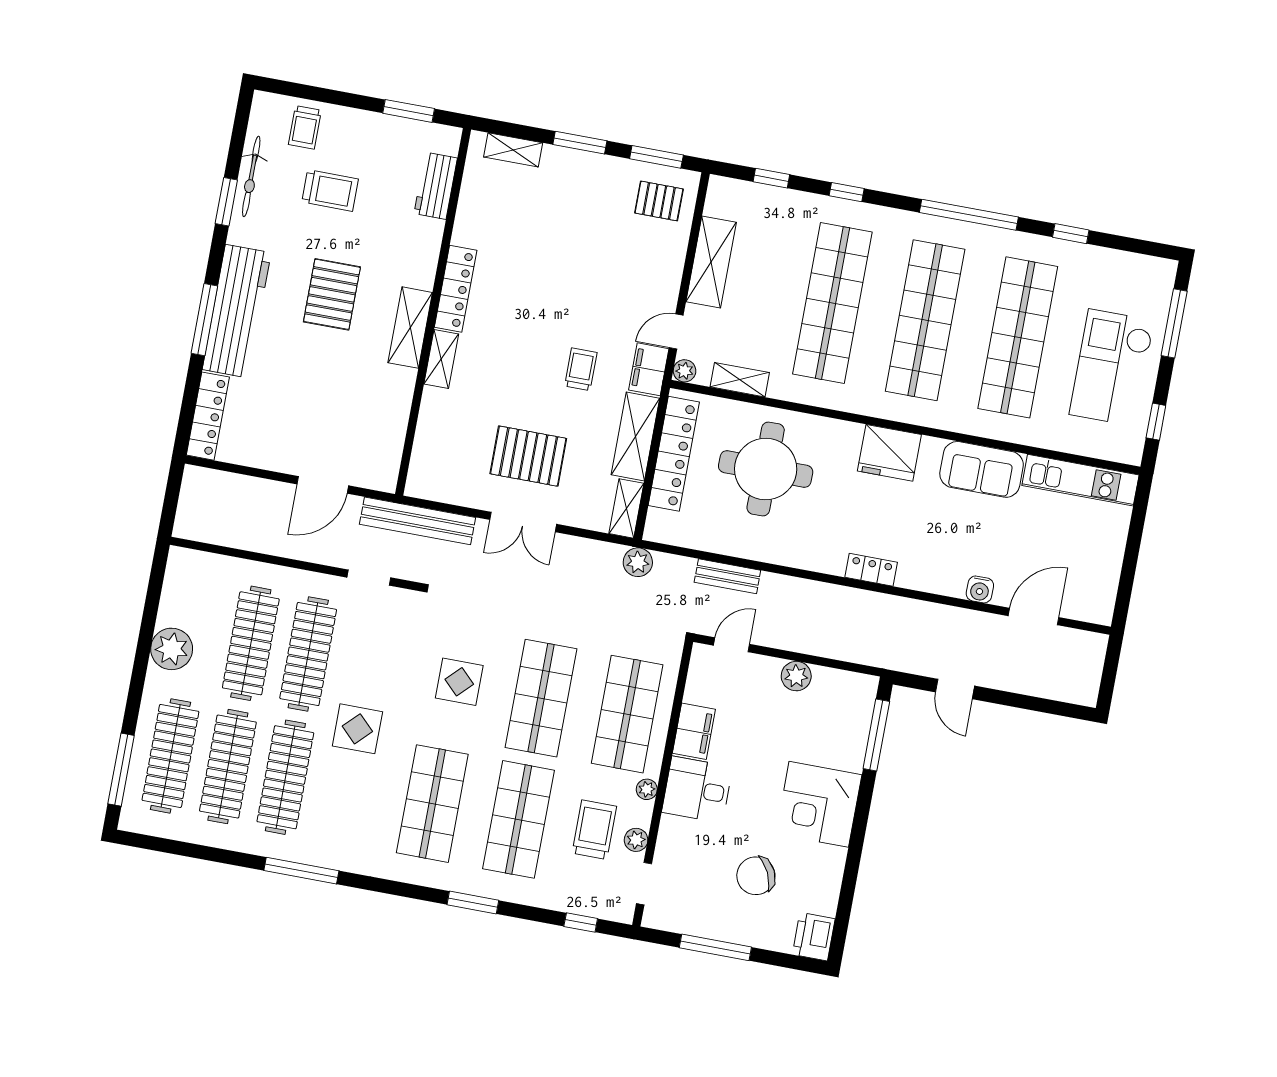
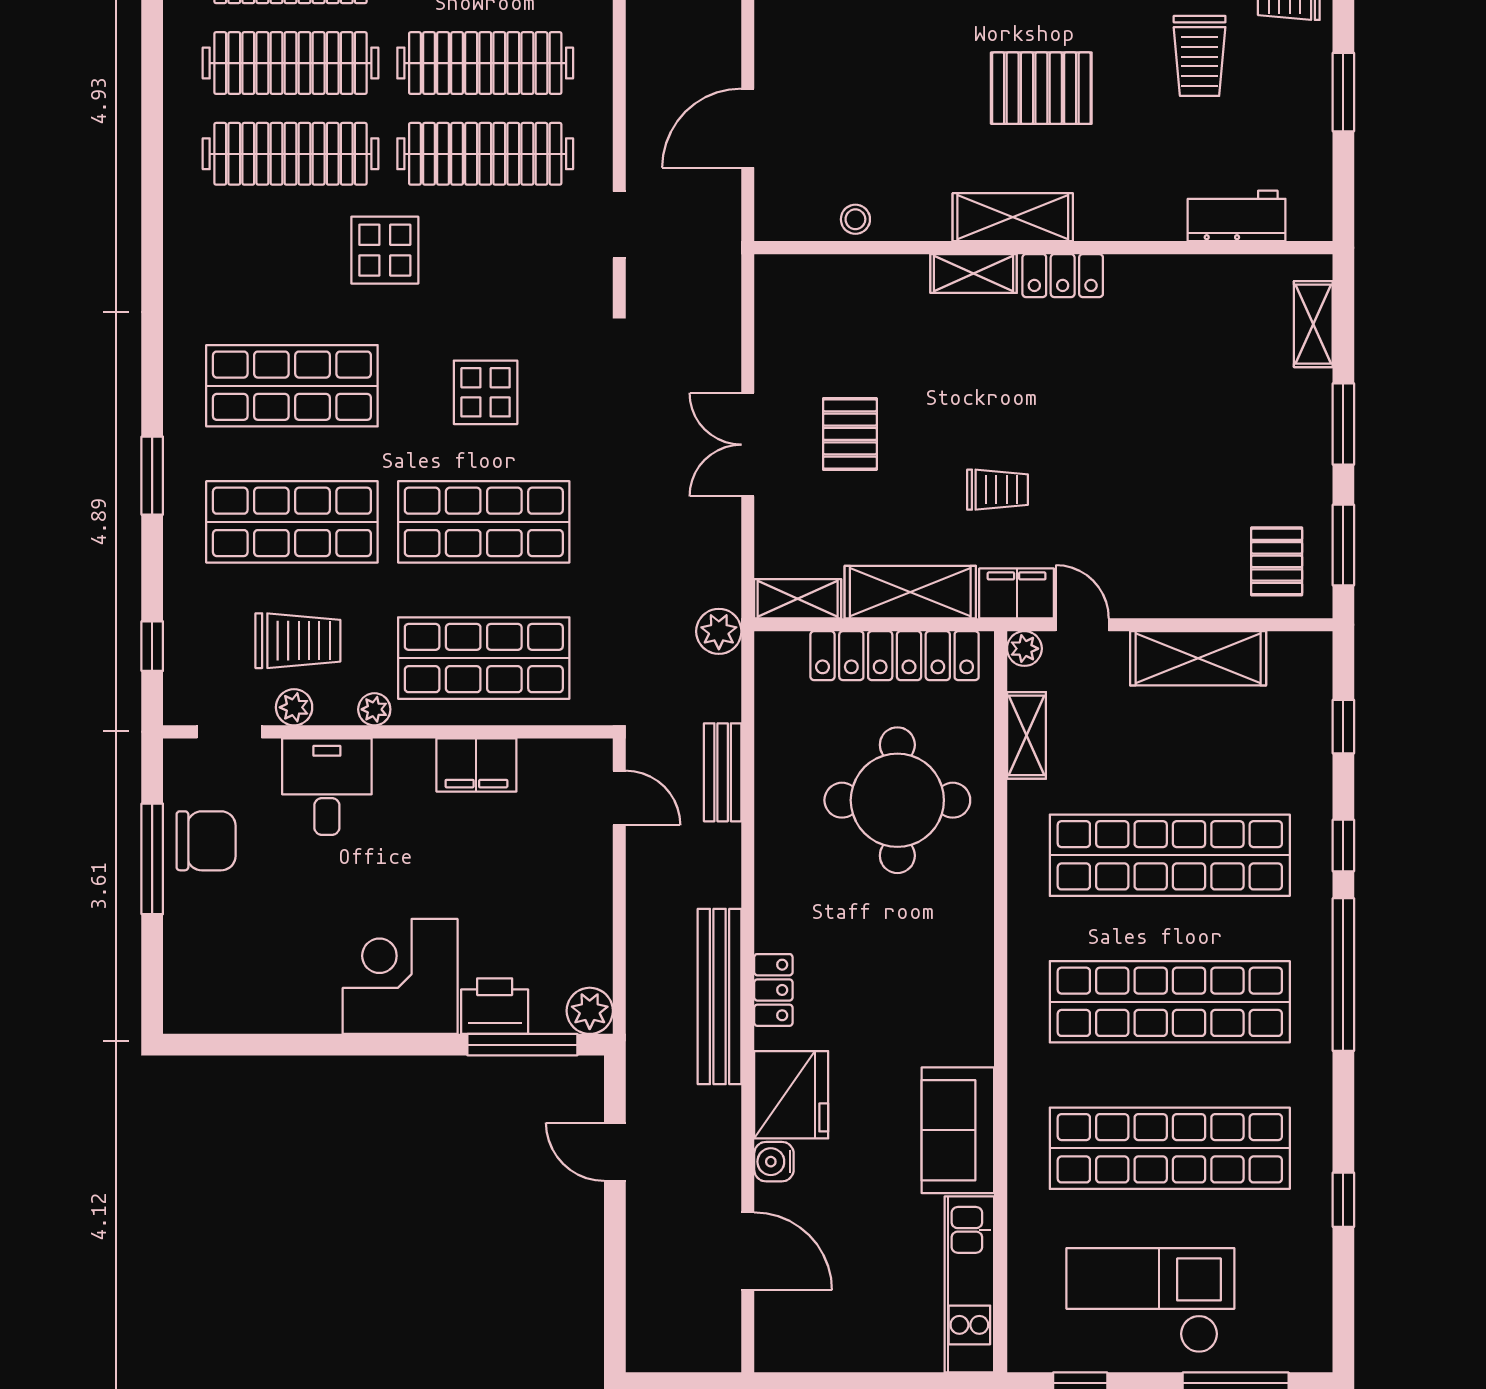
window: (409, 111) -> (1343, 92), moved
window: (969, 215) -> (1343, 975), moved
locker: (456, 289) -> (1063, 276), width x0.66
stool: (393, 427) -> (855, 219), added
fridge: (889, 453) -> (791, 1095), moved, turned 180
pallet: (528, 456) -> (850, 434), width x0.67, depth x0.71
door: (323, 485) -> (748, 128), hinge flipped
bench: (418, 521) -> (720, 997), moved
plant: (796, 676) -> (590, 1011), moved
door: (955, 689) -> (615, 1152), hinge flipped
desk: (697, 790) -> (327, 787), moved
window: (301, 871) -> (152, 205), removed
chair: (756, 876) -> (206, 841), moved, turned 116
printer: (814, 937) -> (495, 1006), moved

